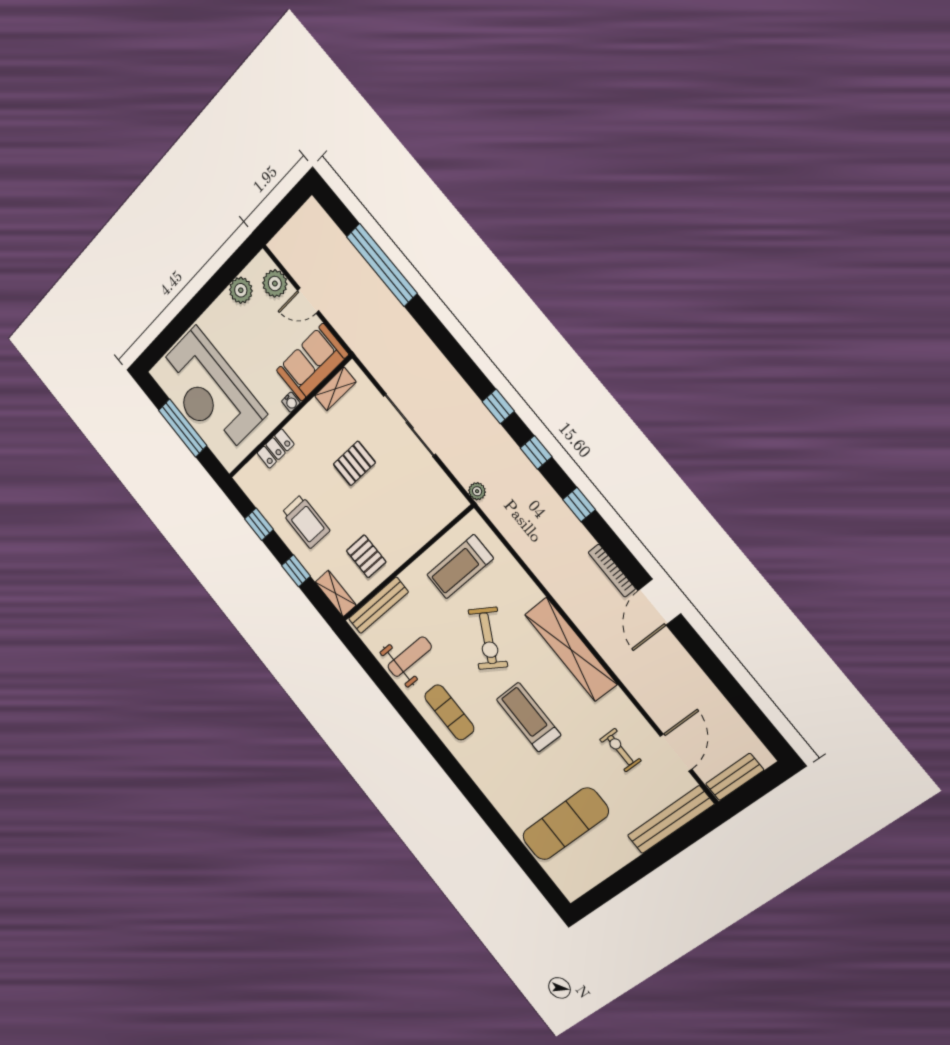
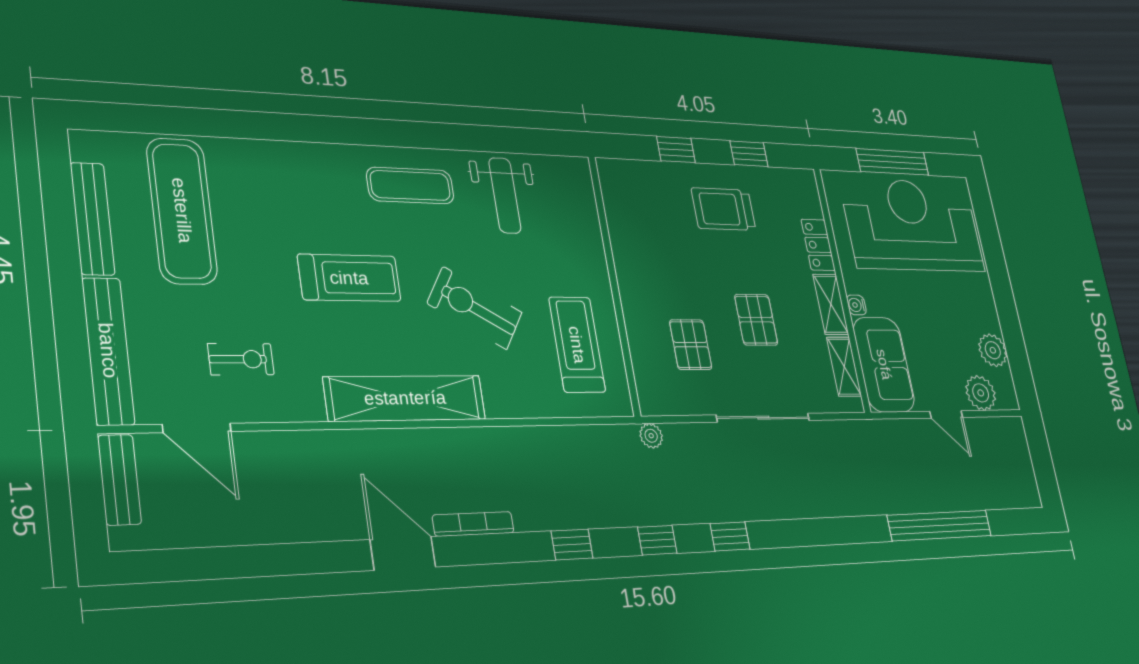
door: (308, 301) -> (946, 414), swing flipped
pallet: (366, 556) -> (691, 345), moved, turned 90
shelving: (336, 594) -> (831, 304), moved, turned 90
bench: (378, 605) -> (92, 219), moved

